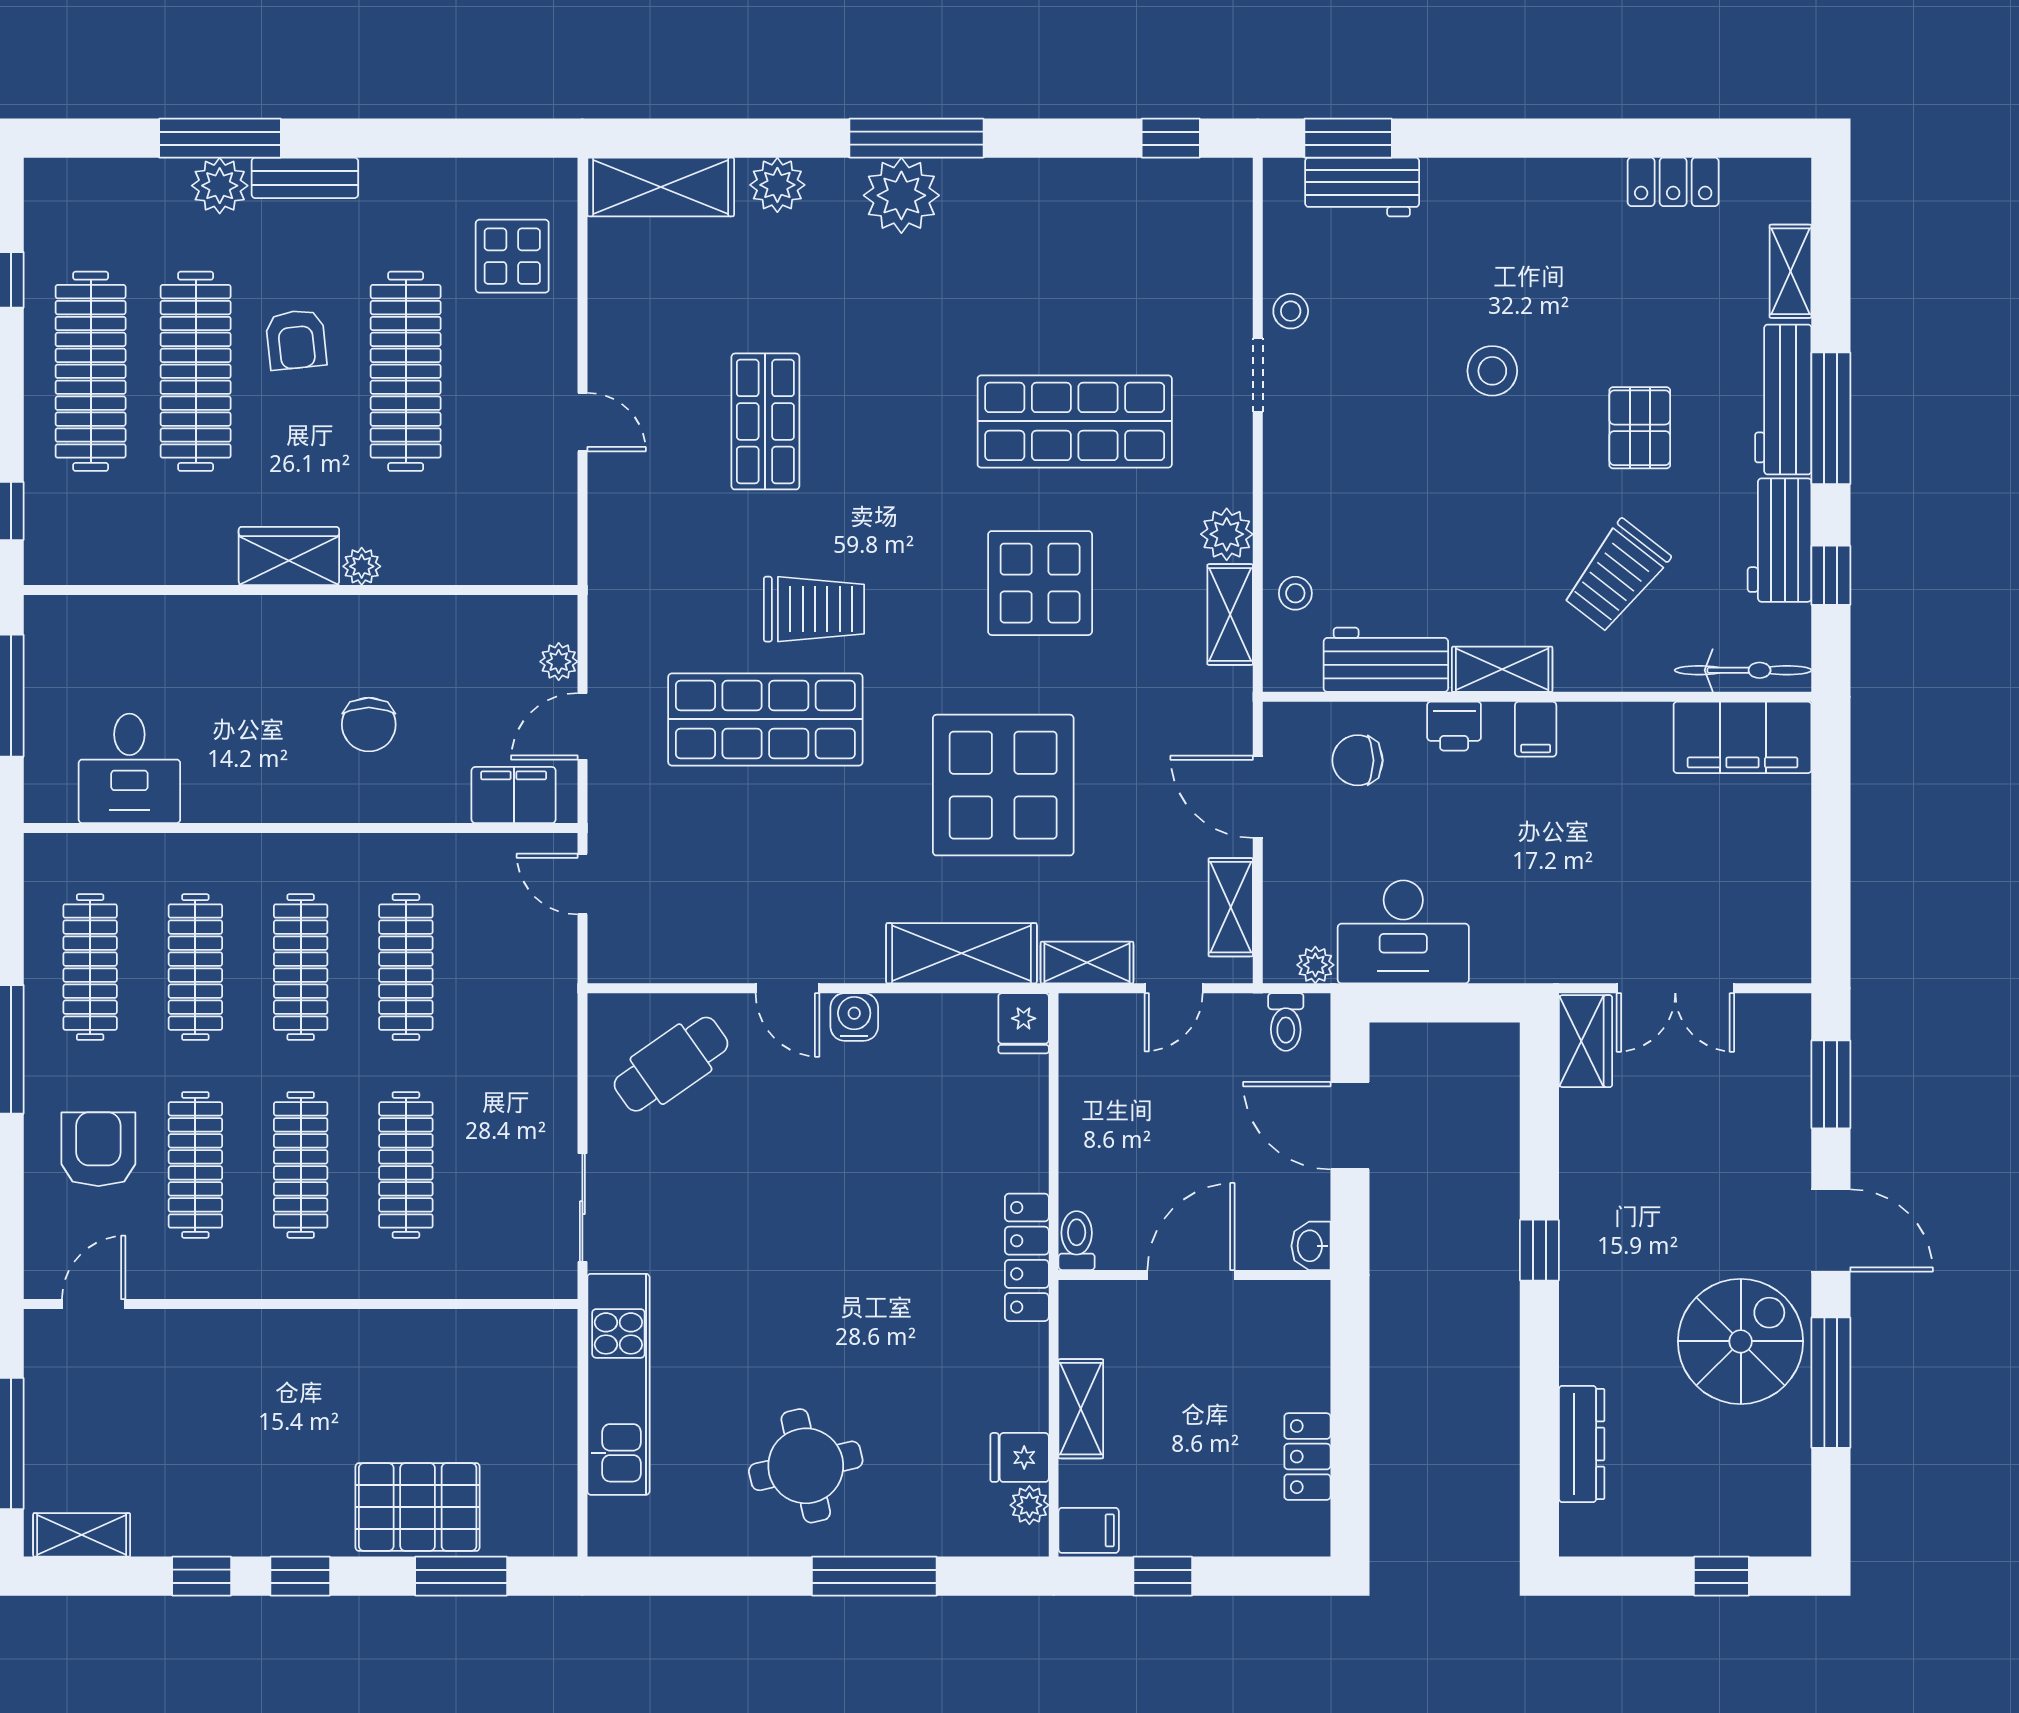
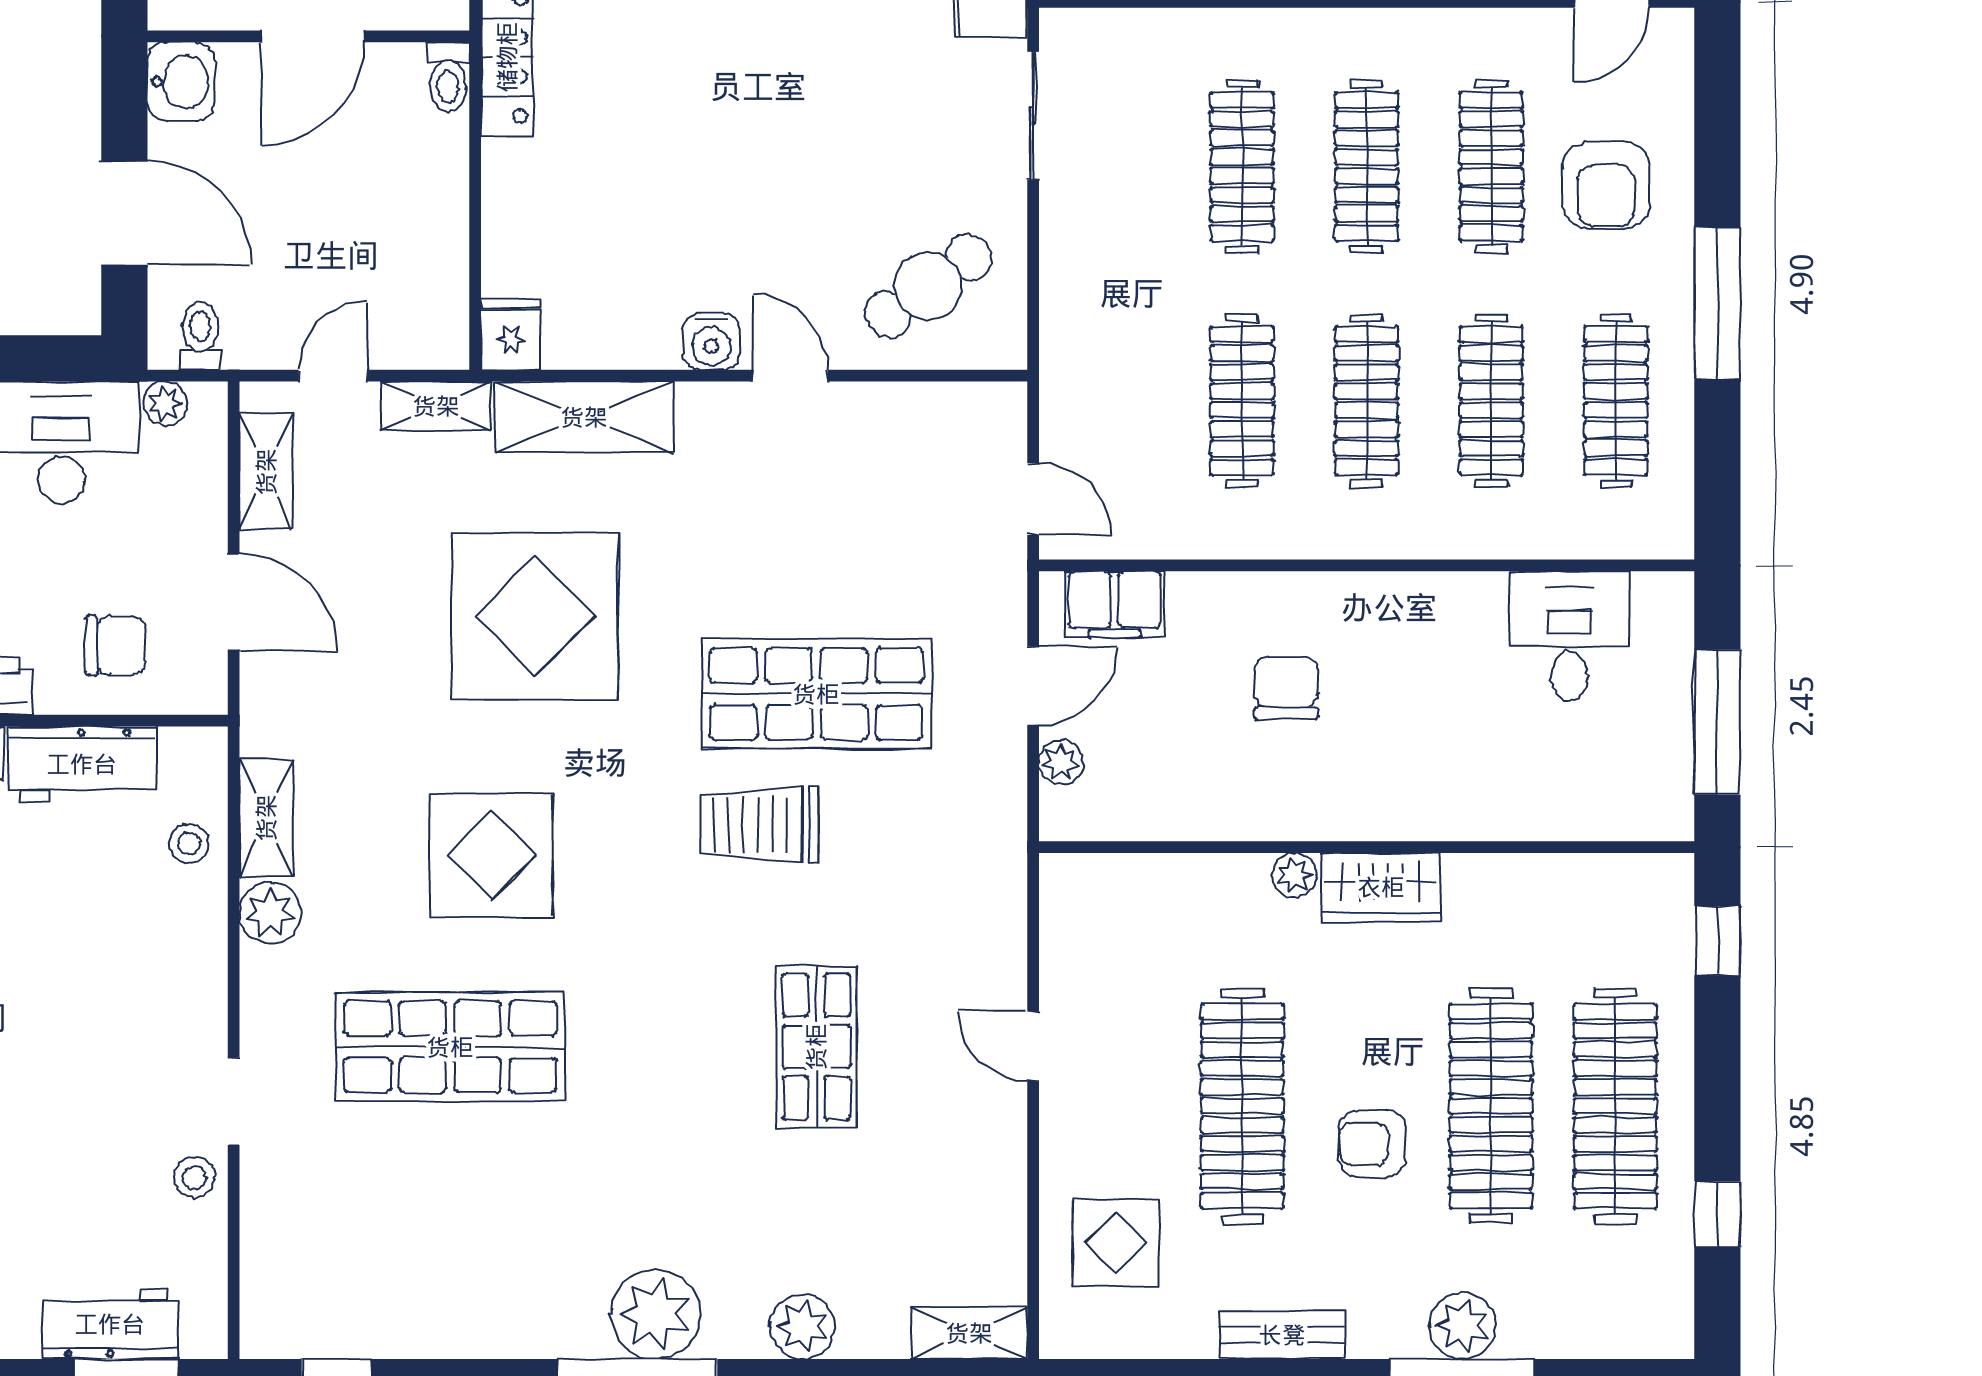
bench: (305, 178) -> (1282, 1335), moved
shelving: (661, 187) -> (969, 1333), width x0.67, depth x0.75
armchair: (296, 340) -> (1372, 1144), turned -84
washbasin: (1311, 1246) -> (181, 82), width x1.38, depth x1.45

